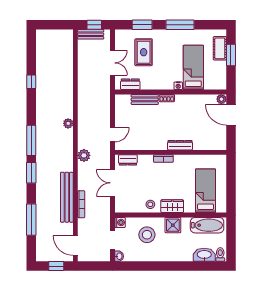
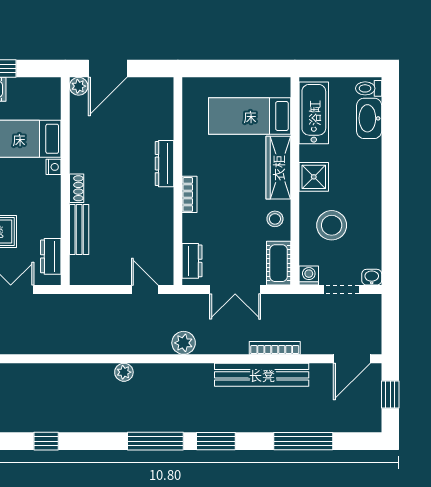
cot: (127, 206) -> (279, 263), added
wardrobe: (172, 206) -> (278, 168), width x1.50

